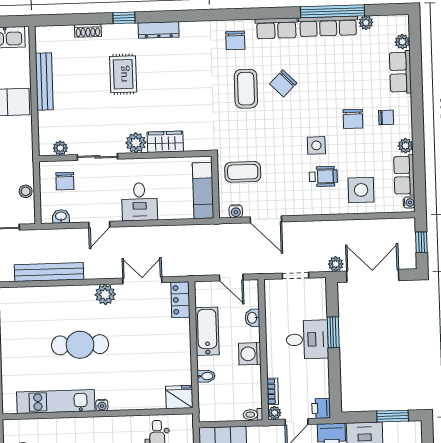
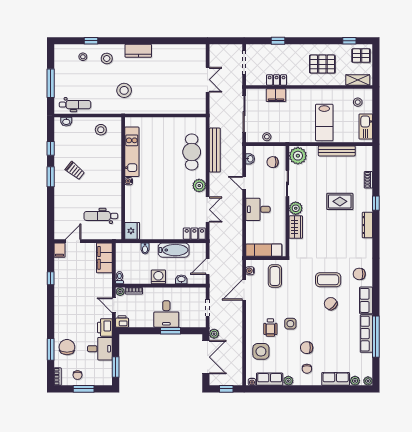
plant: (366, 23) -> (368, 381), moved
plant: (60, 148) -> (298, 156), width x1.87, depth x1.87
cafe table: (80, 345) -> (192, 152), moved

